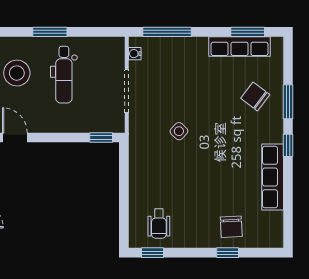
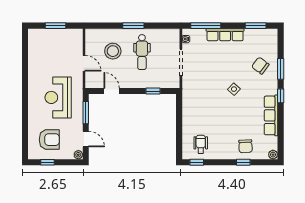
row of seats: (240, 46) -> (225, 35), moved
side table: (179, 131) -> (234, 89), moved
window: (101, 138) -> (153, 91), moved
wheelchair: (159, 224) -> (201, 144), turned 180
plant: (276, 240) -> (273, 155), added

